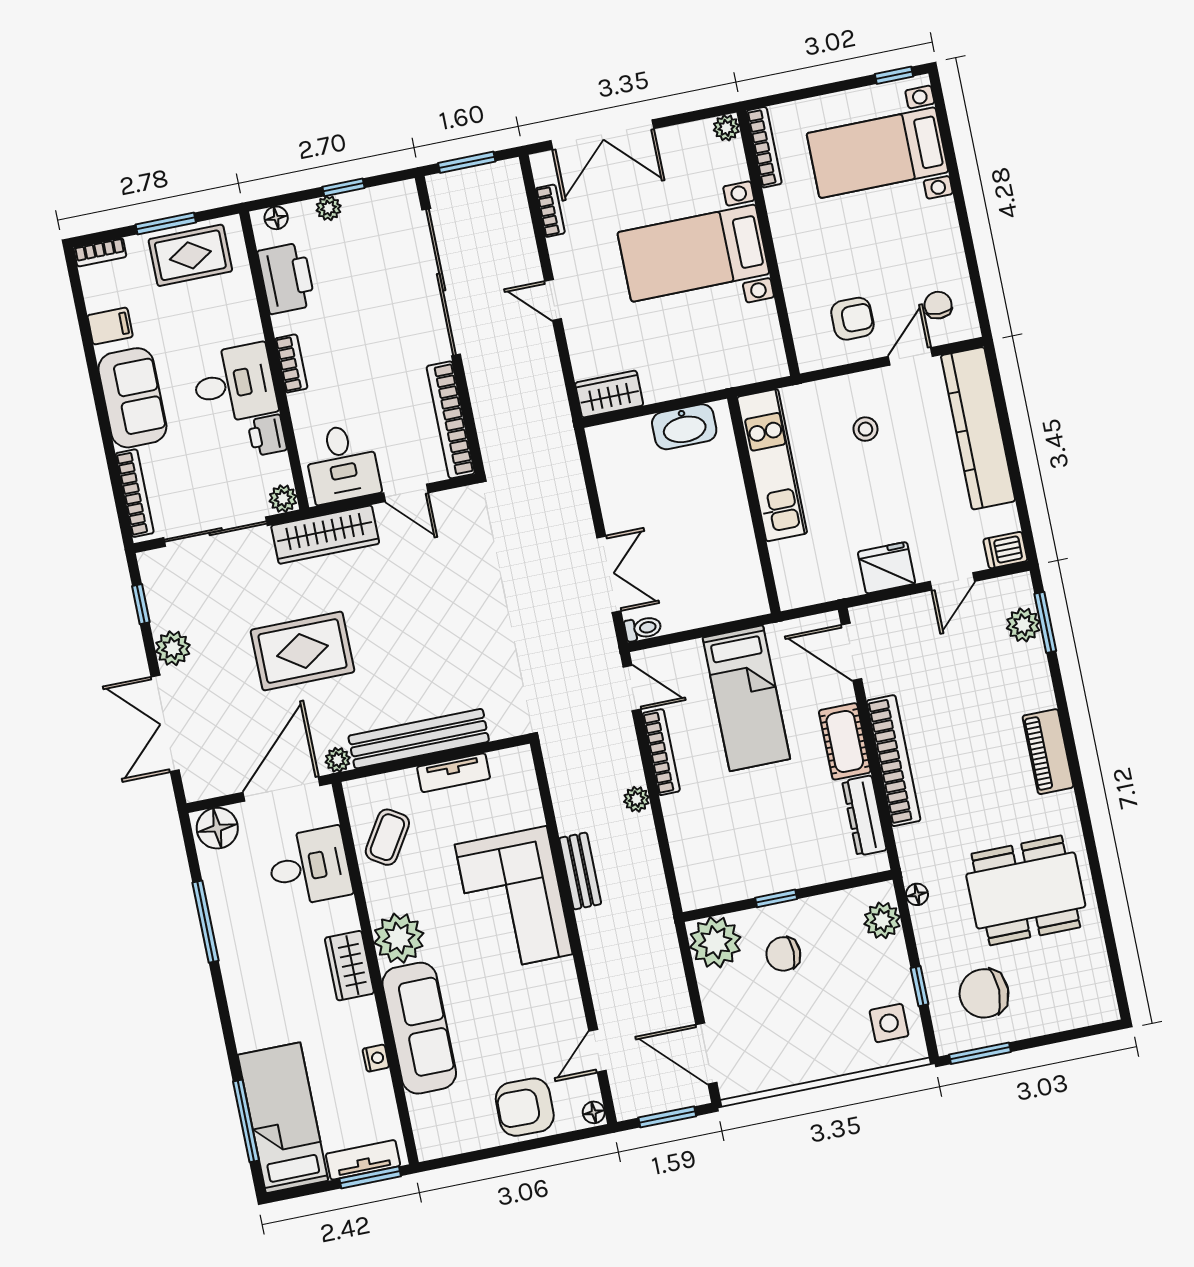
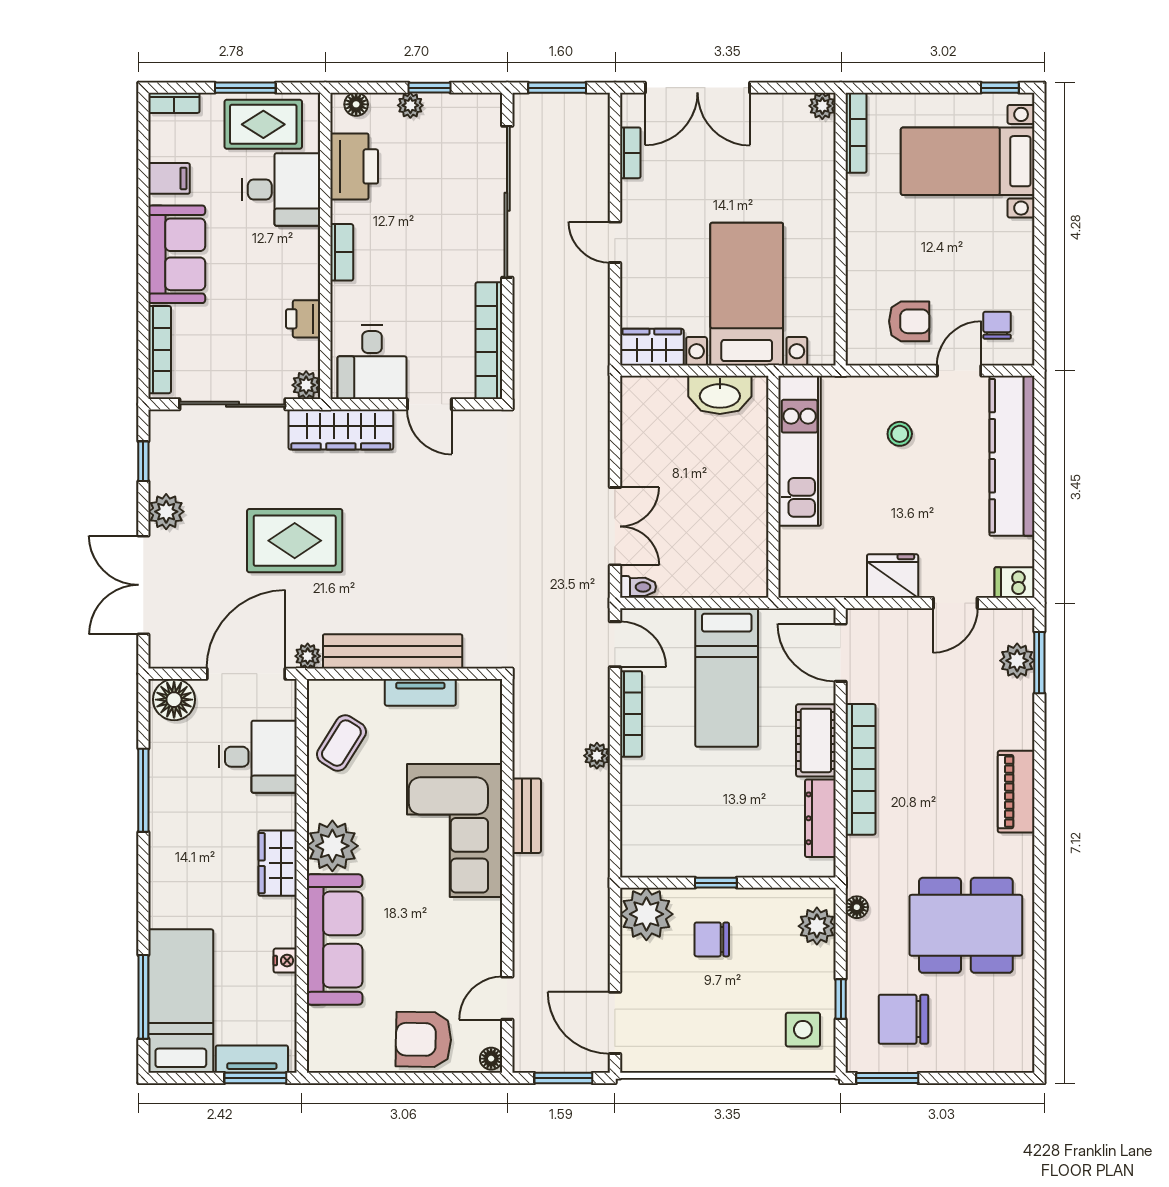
bed with nightstands: (693, 253) -> (747, 294), moved, turned 90
desk: (234, 384) -> (281, 190), moved

